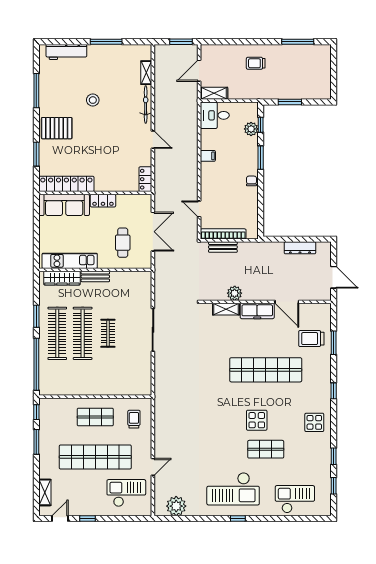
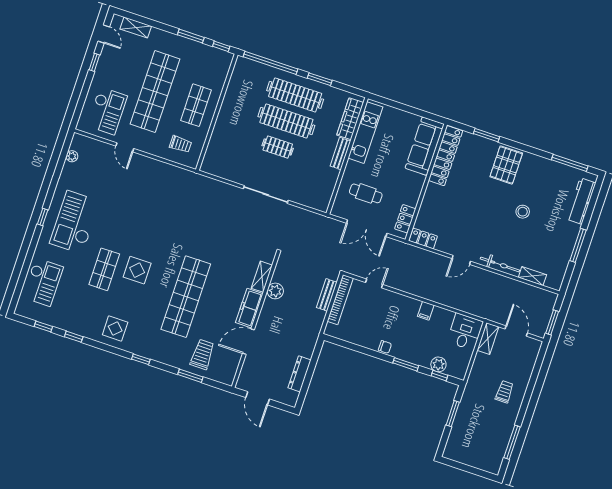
window: (36, 91) -> (570, 163), moved
locker: (103, 201) -> (405, 219), moved
door: (334, 277) -> (258, 398), hinge flipped
plant: (176, 506) -> (72, 156), width x0.53, depth x0.53

